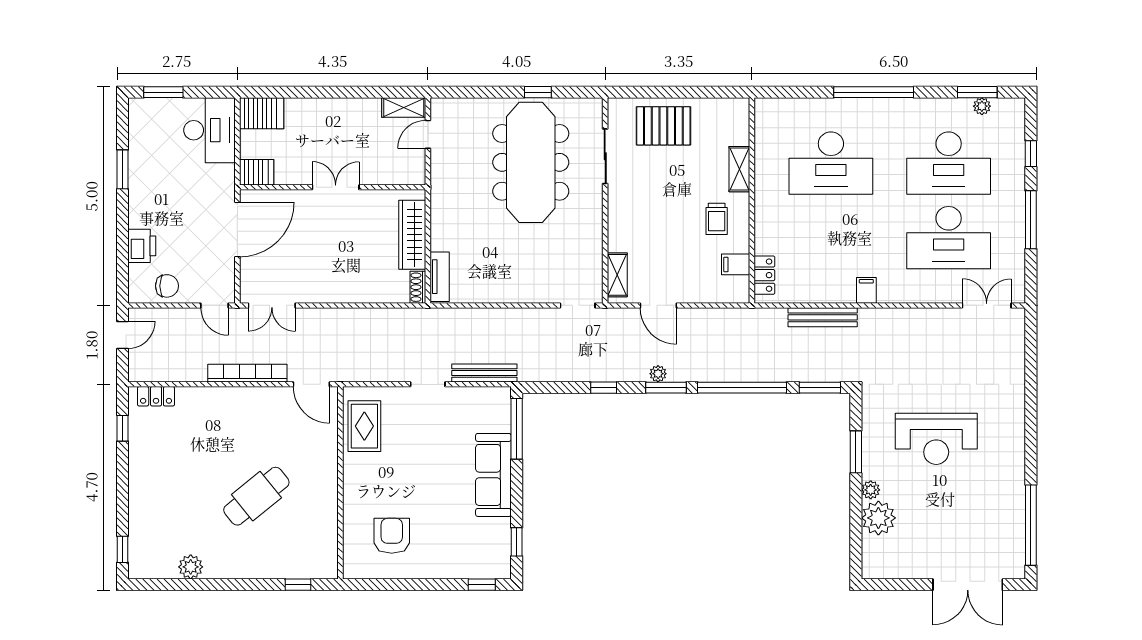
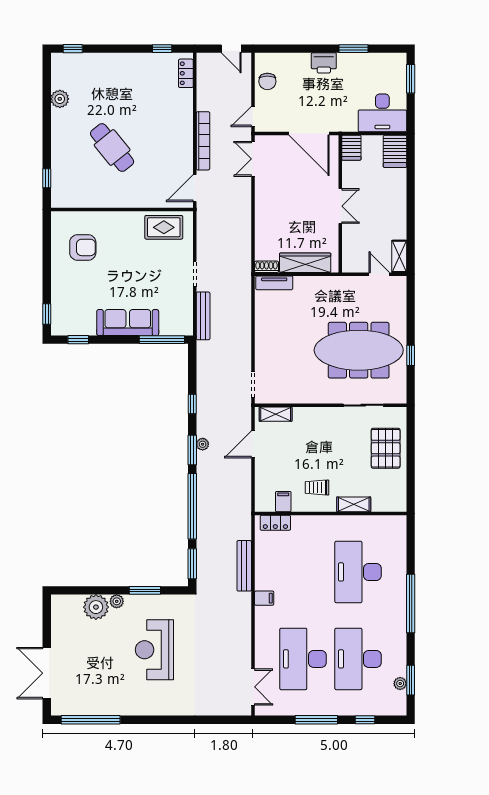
printer: (142, 246) -> (324, 63), moved

